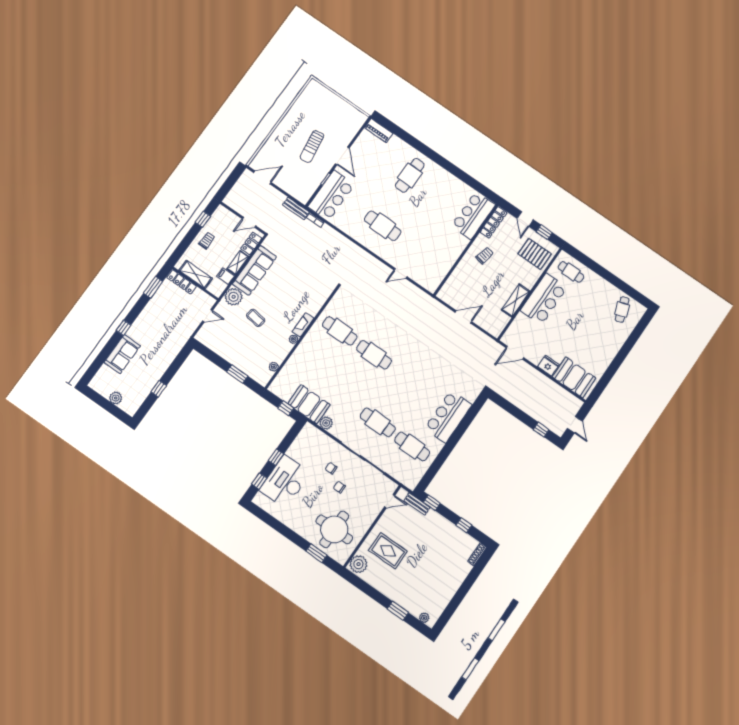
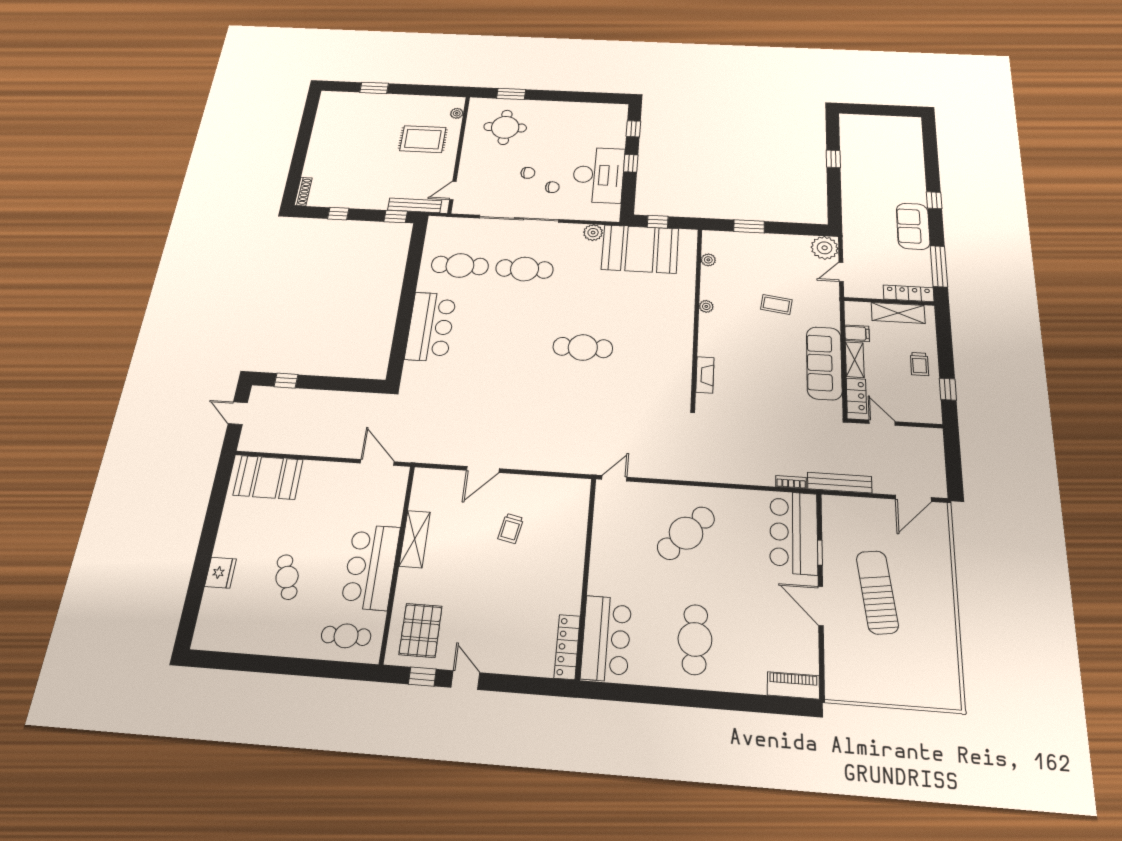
sun lounger: (312, 146) -> (877, 592), width x1.36, depth x1.34
bench: (296, 208) -> (840, 483), width x1.36
bar counter: (473, 215) -> (606, 638), moved
door: (249, 222) -> (882, 423), hinge flipped
locker: (493, 222) -> (567, 647), moved
cafe table: (383, 226) -> (686, 533), turned -46
wall: (466, 250) -> (586, 576), moved
pallet: (535, 254) -> (421, 630), turned 90
trolley: (485, 255) -> (511, 528), moved
window: (153, 287) -> (939, 266), width x1.44
plant: (234, 297) -> (825, 248), moved
cafe table: (622, 310) -> (287, 577), moved
fireplace: (303, 325) -> (705, 375), moved
cafe table: (340, 331) -> (651, 351), removed
door: (515, 353) -> (377, 462), hinge flipped
sofa: (122, 354) -> (913, 226), moved
fridge: (548, 366) -> (220, 573), moved, turned -90
plant: (116, 398) -> (876, 122), removed
booth: (309, 404) -> (640, 249), width x1.36, depth x1.42
desk: (285, 482) -> (598, 175), moved
bench: (417, 504) -> (415, 205), width x1.36
round table: (334, 529) -> (505, 127), width x0.73, depth x0.73
plant: (358, 564) -> (457, 113), width x0.53, depth x0.53
plant: (424, 618) -> (337, 97), removed

